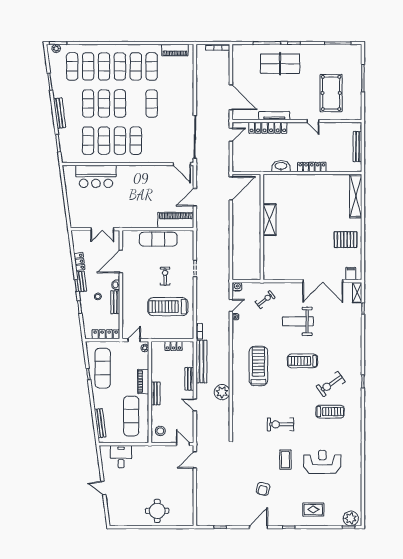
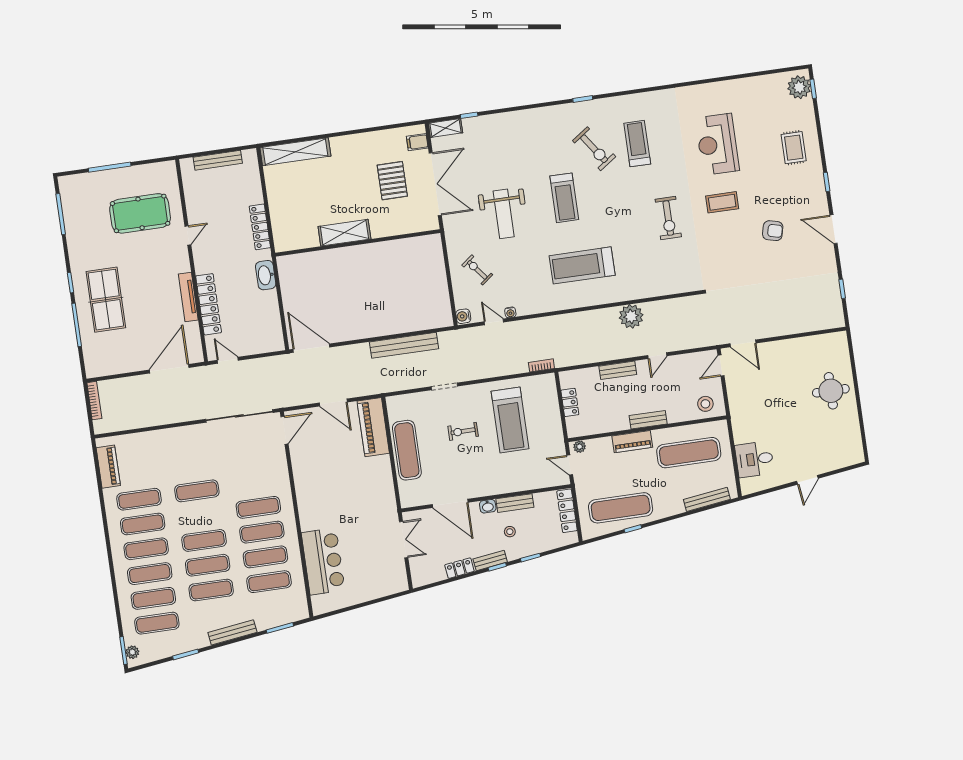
shelving: (270, 220) -> (344, 233), moved
wall: (262, 227) -> (358, 243), moved
pallet: (346, 240) -> (392, 181), moved
bench: (201, 361) -> (404, 345), moved

